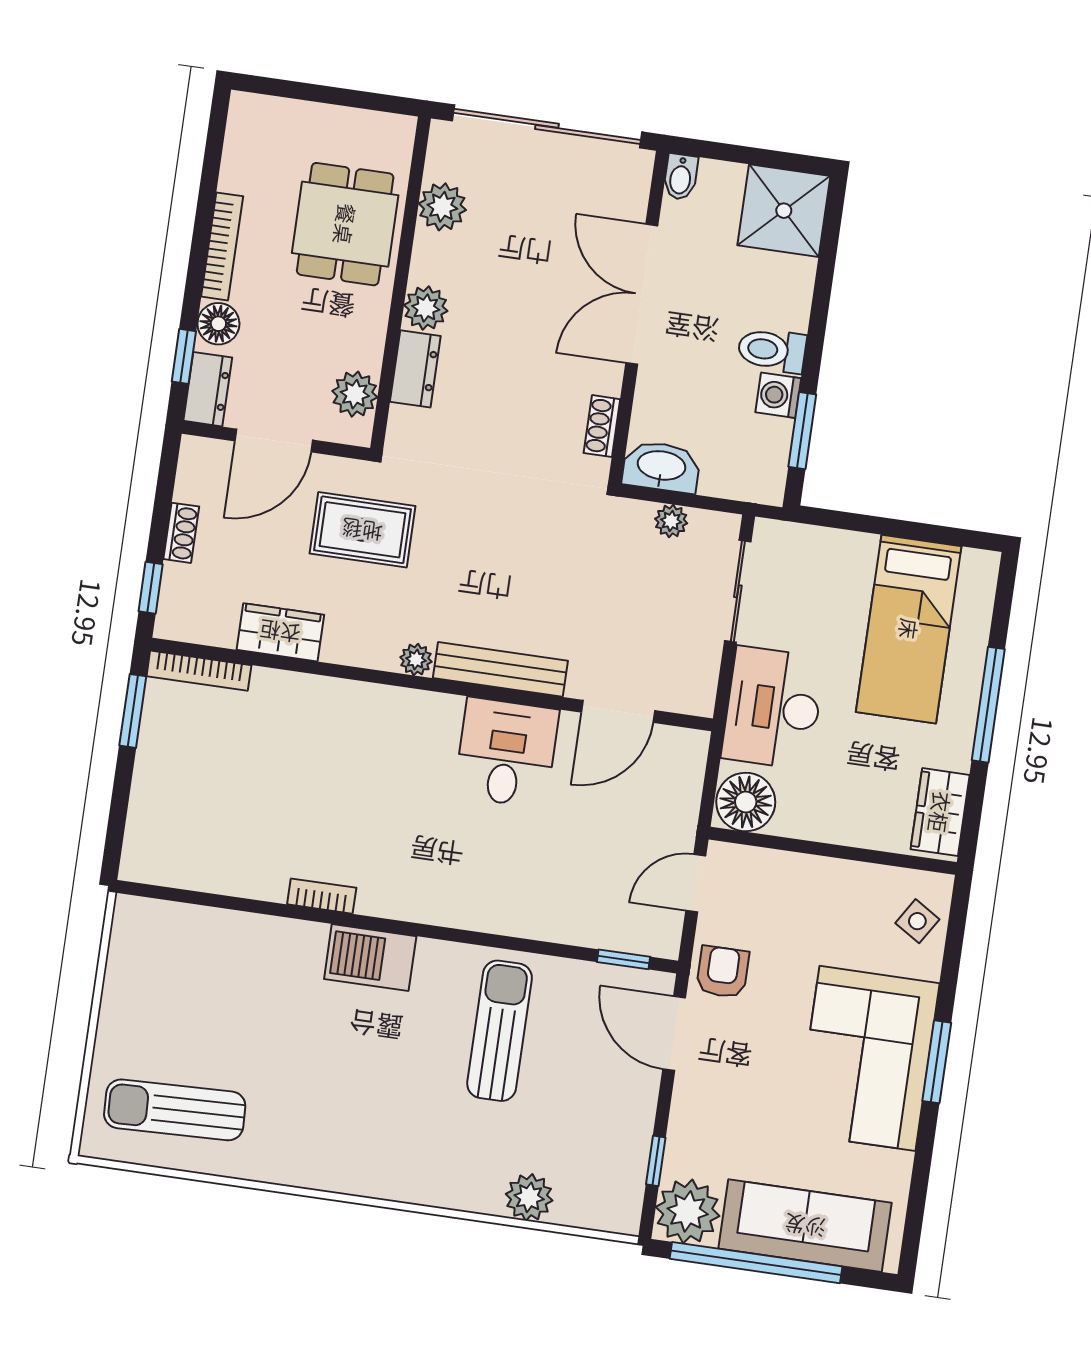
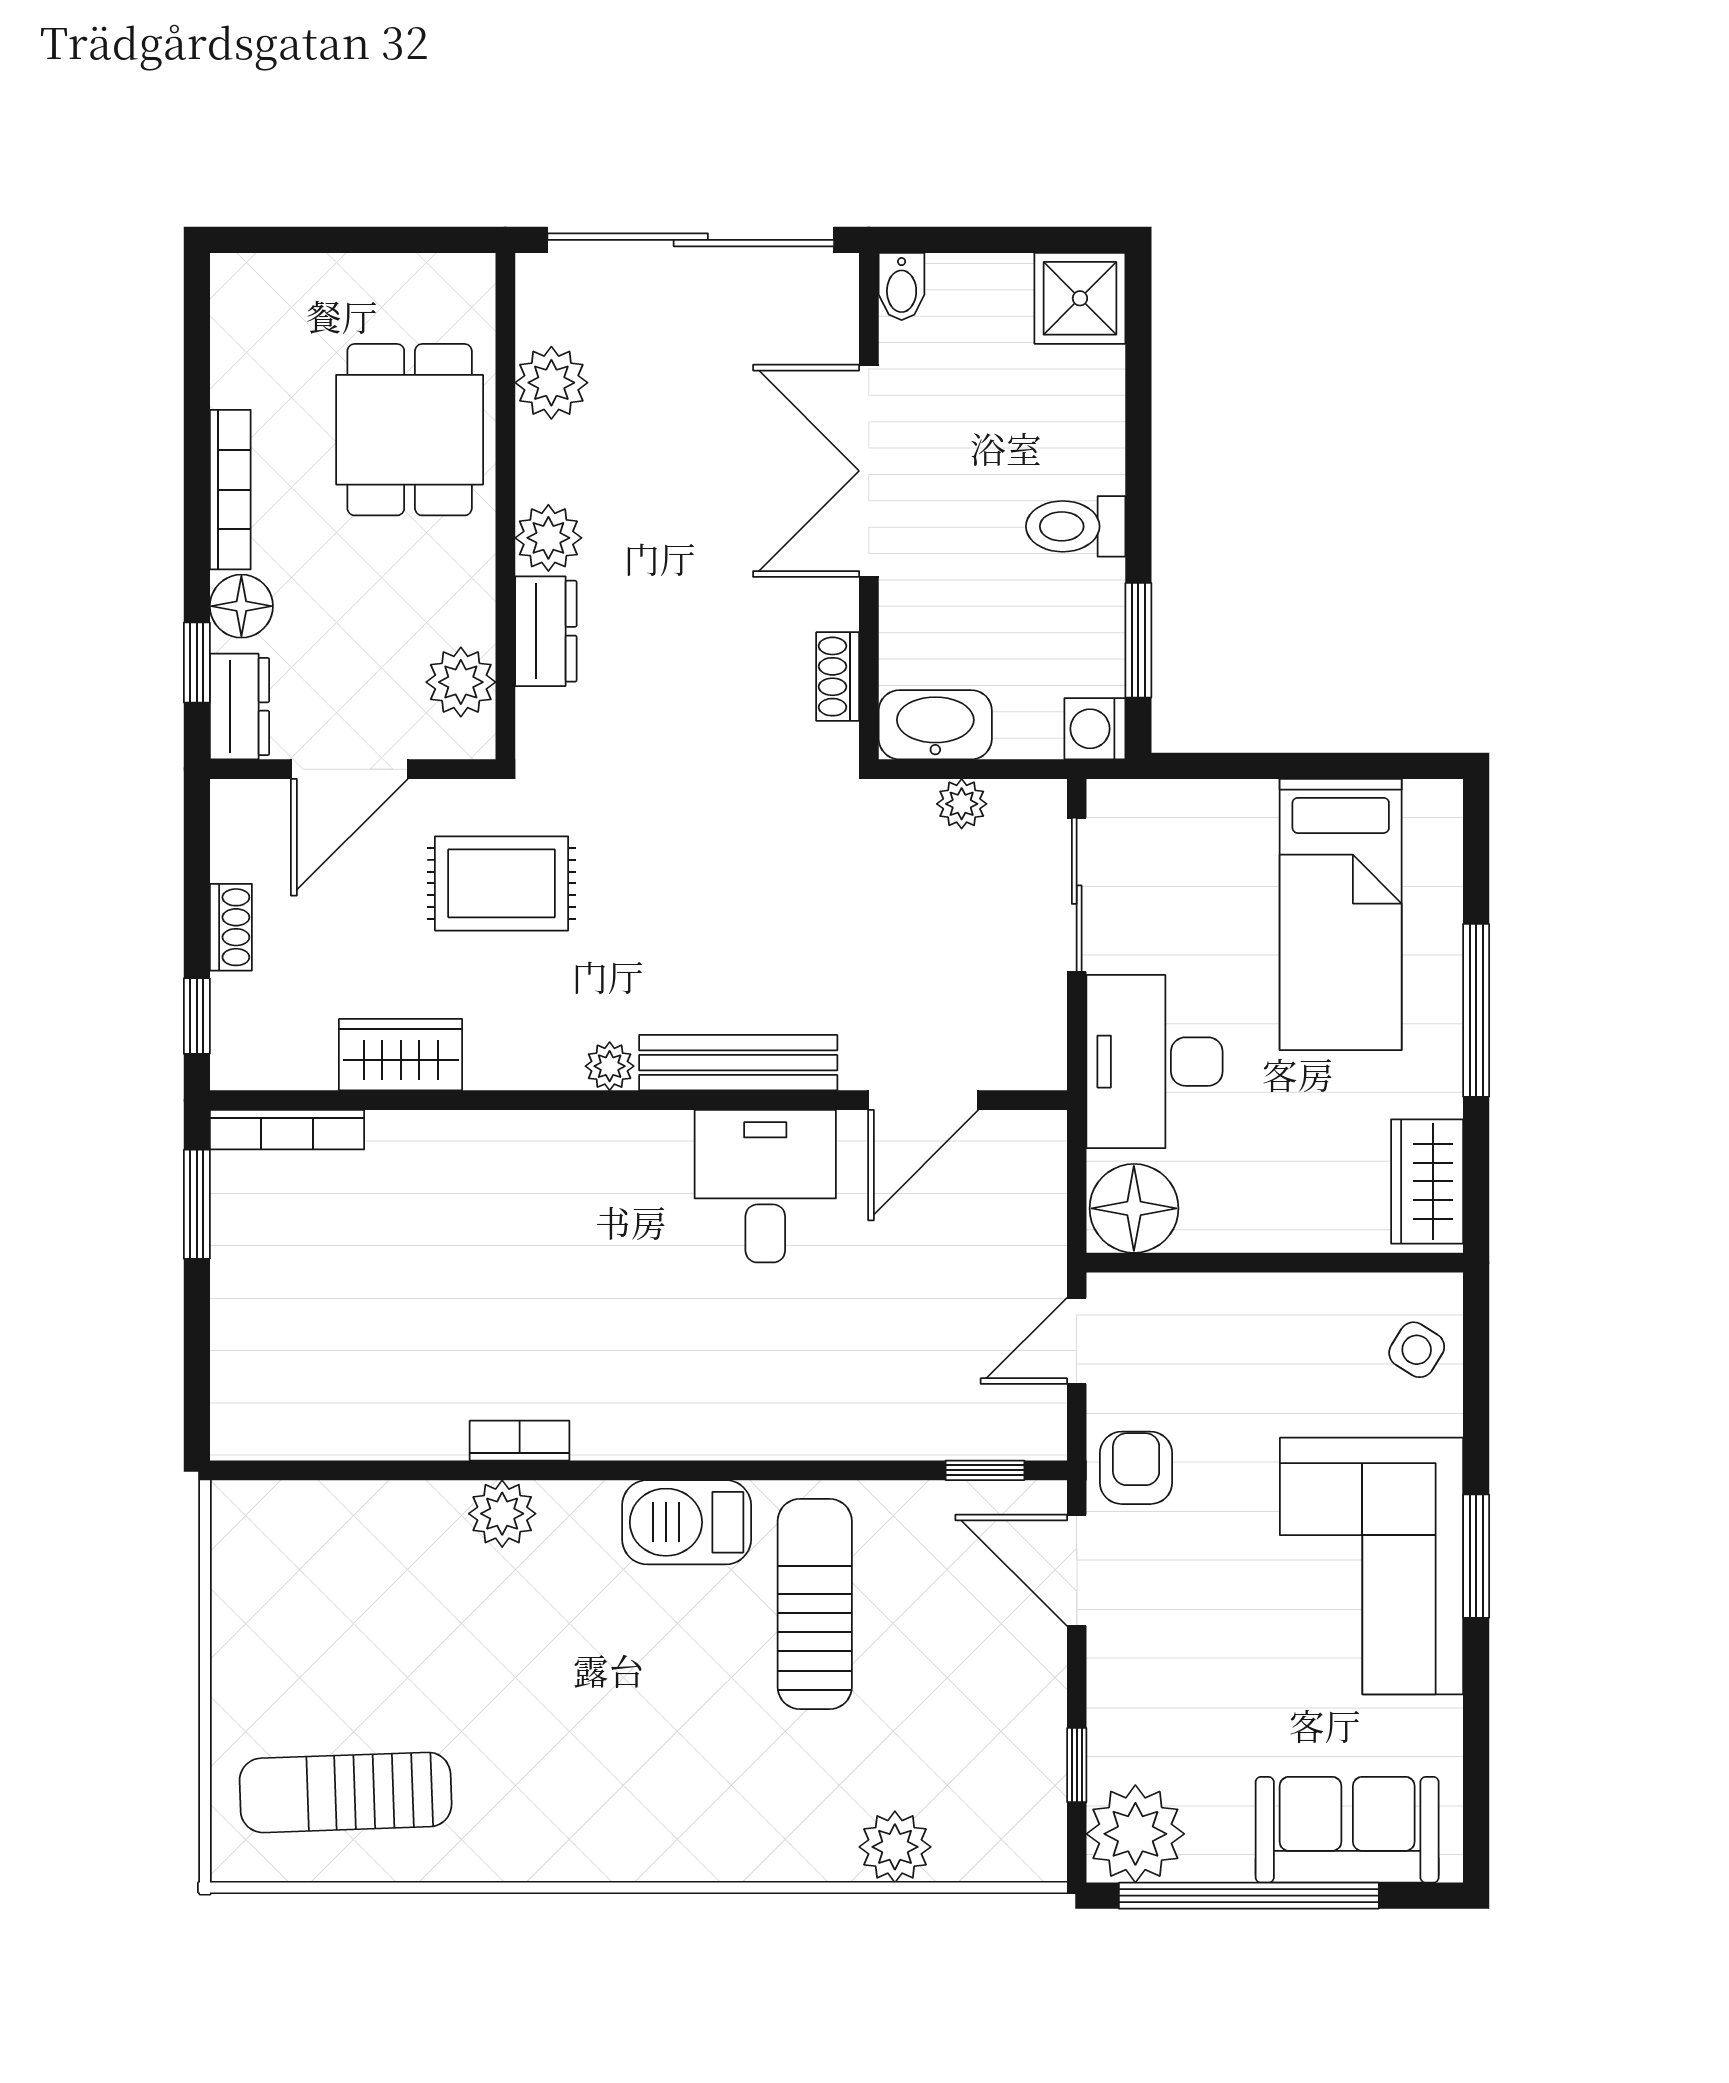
shower: (784, 211) -> (1080, 298), width x0.73, depth x0.73
washing machine: (778, 395) -> (1095, 729), moved
plant: (303, 942) -> (502, 1514), added
barbecue: (370, 958) -> (687, 1522), moved
sofa: (805, 1226) -> (1347, 1830), width x0.73

